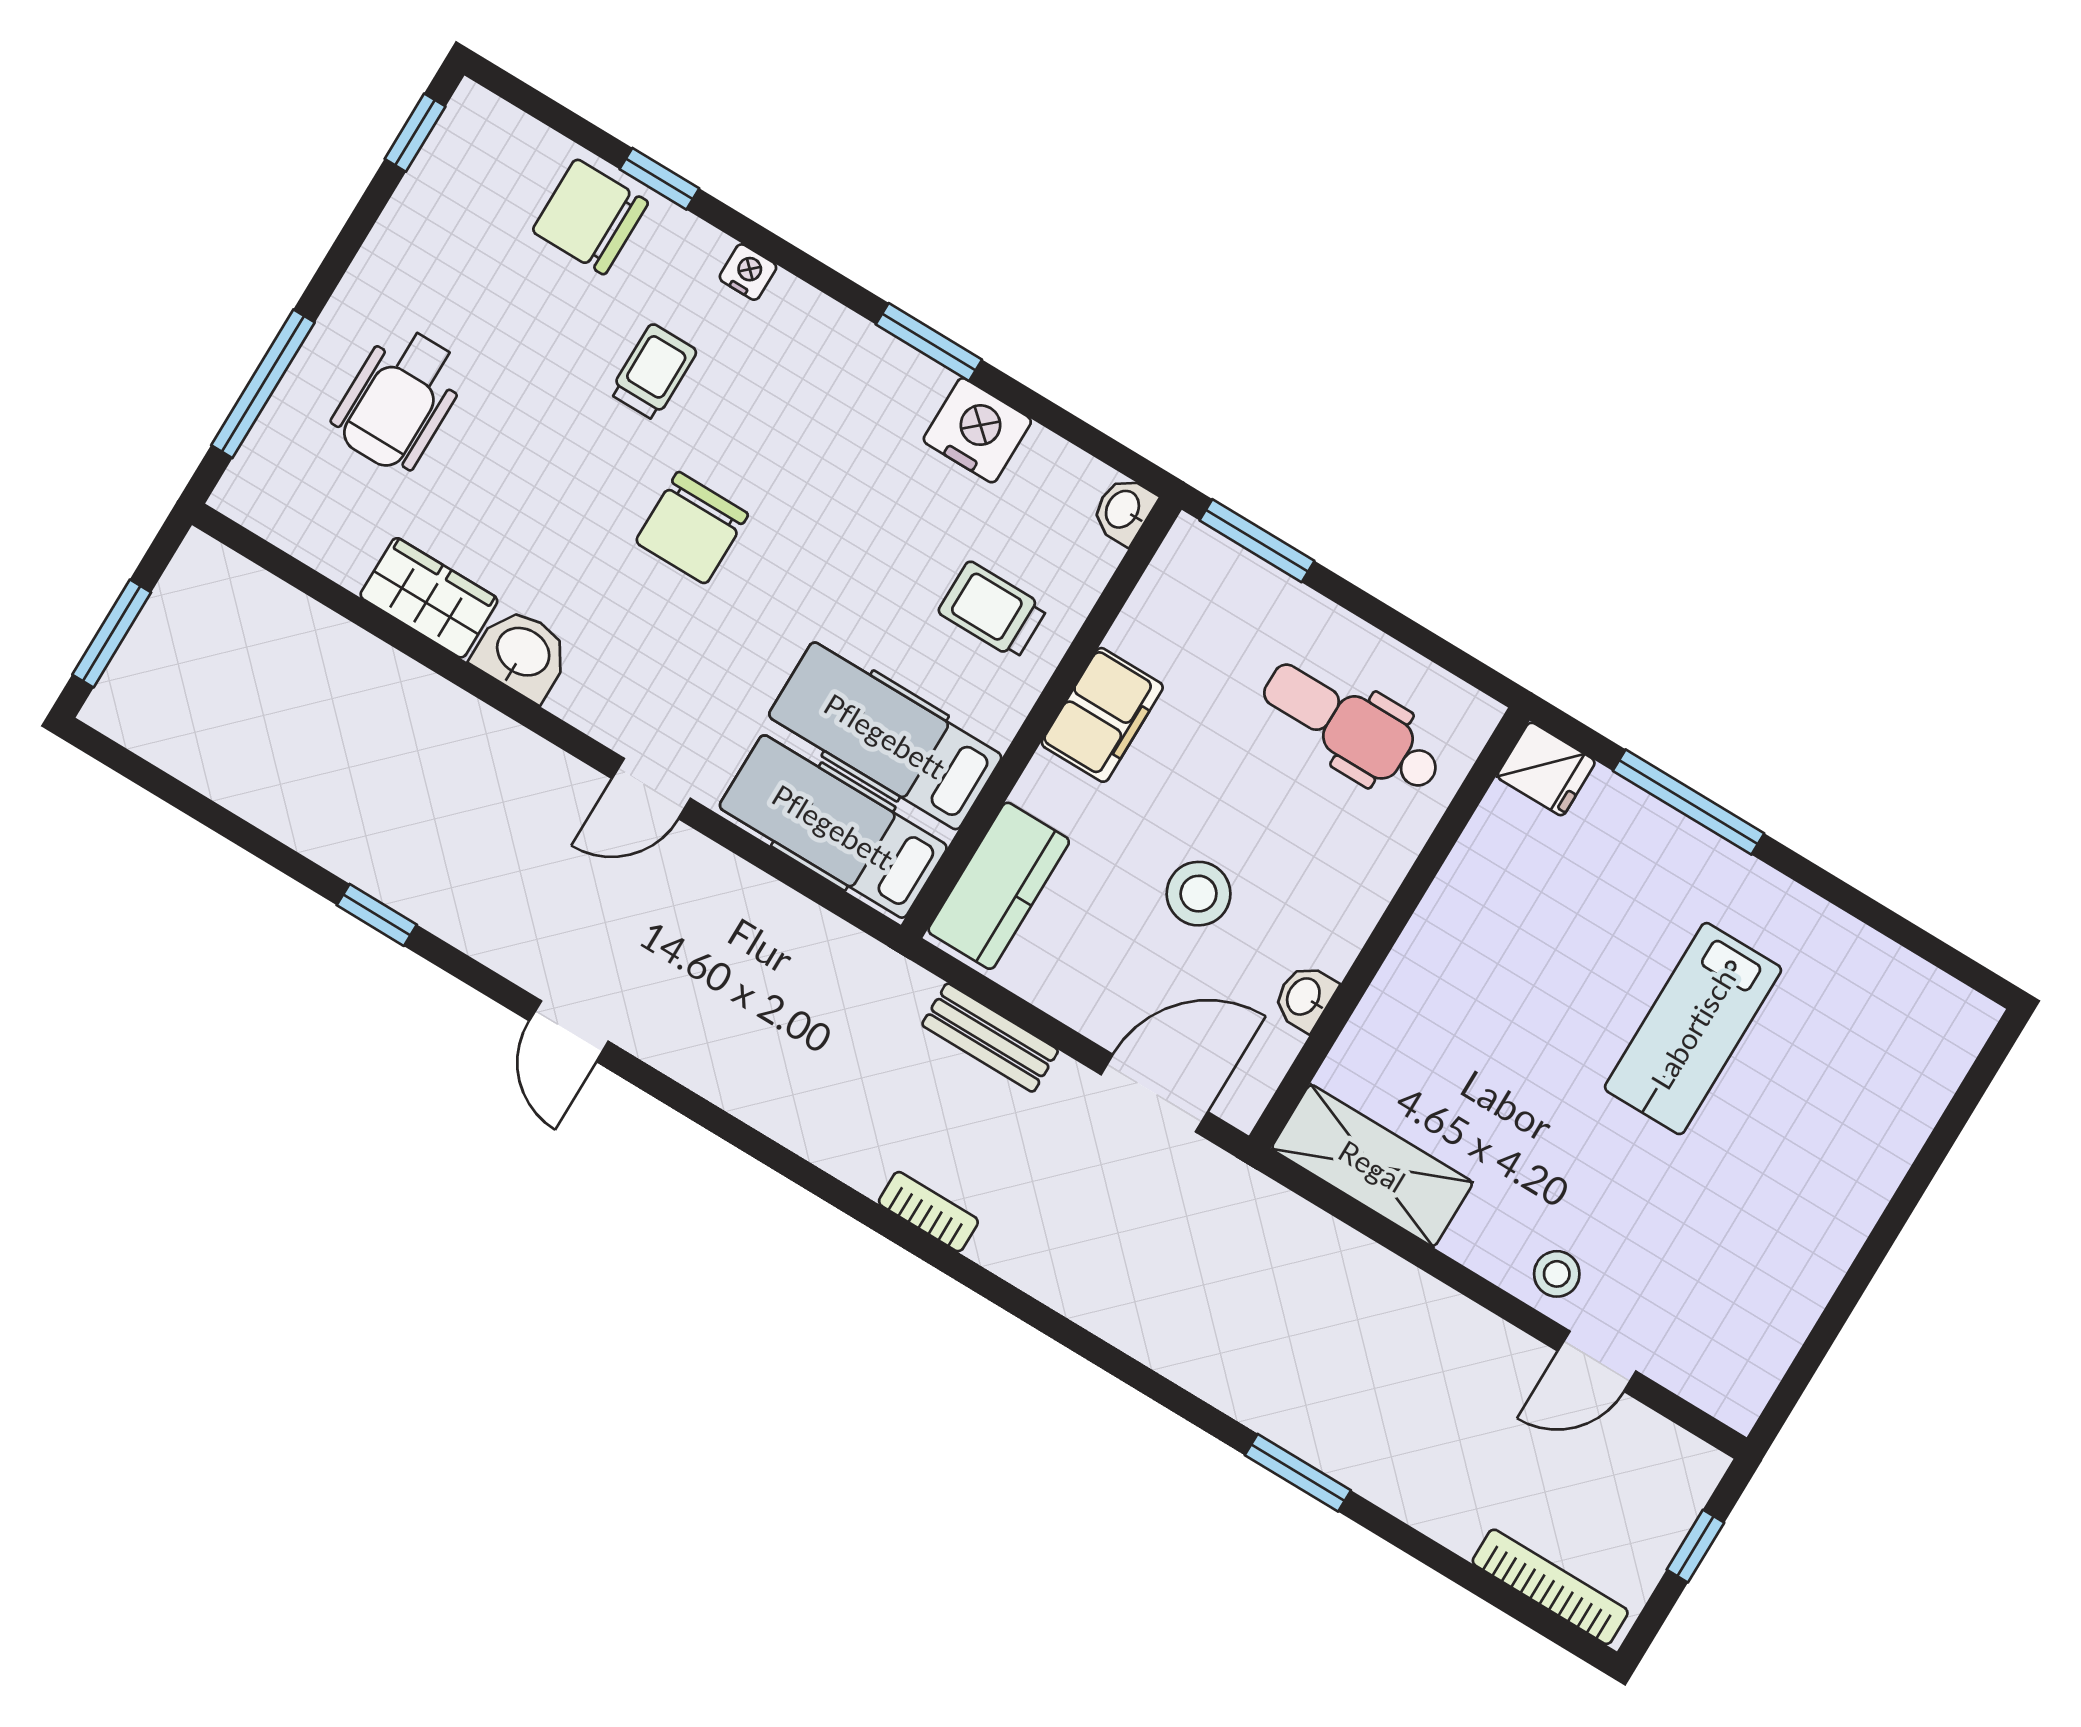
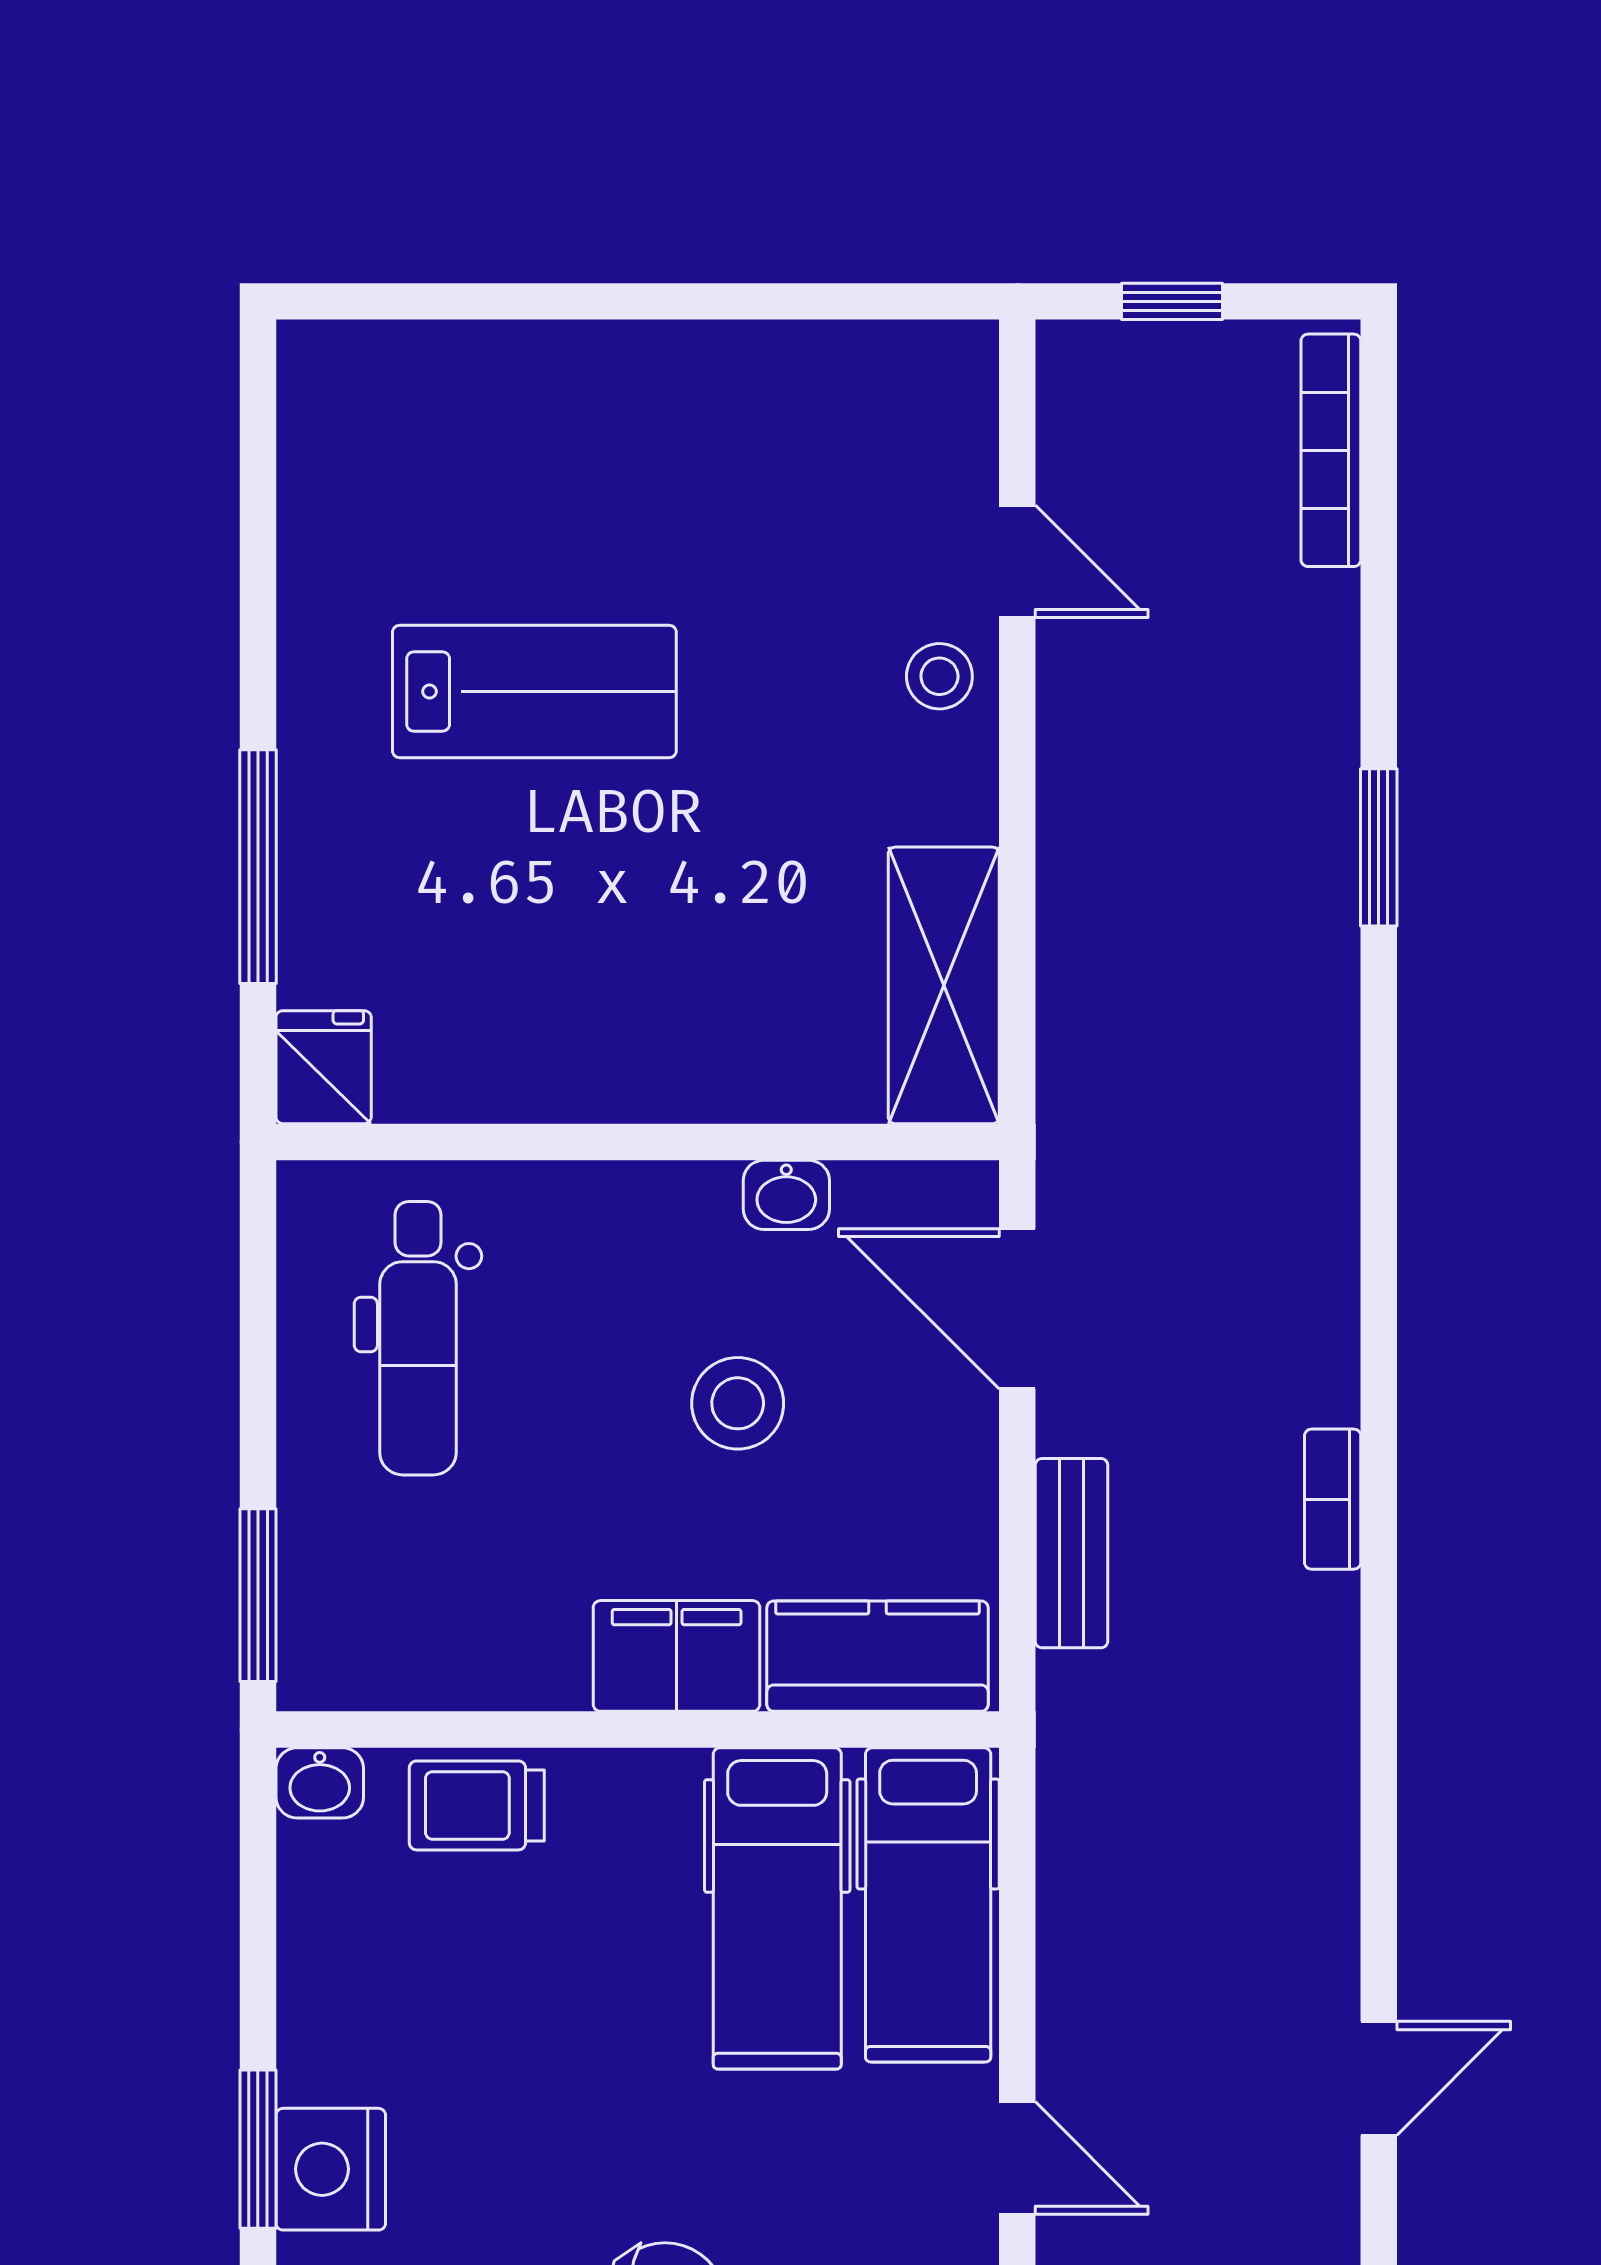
nightstand: (977, 430) -> (331, 2169), moved
trolley: (992, 610) -> (477, 1805), moved, turned 90
filing cabinet: (1102, 715) -> (677, 1656), moved

